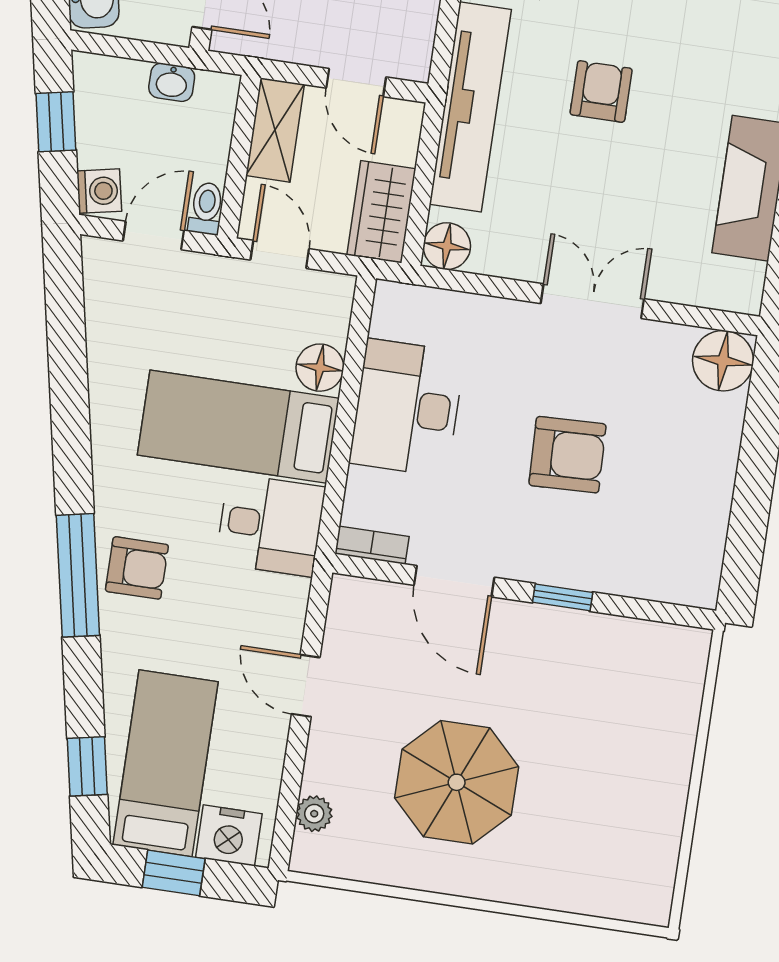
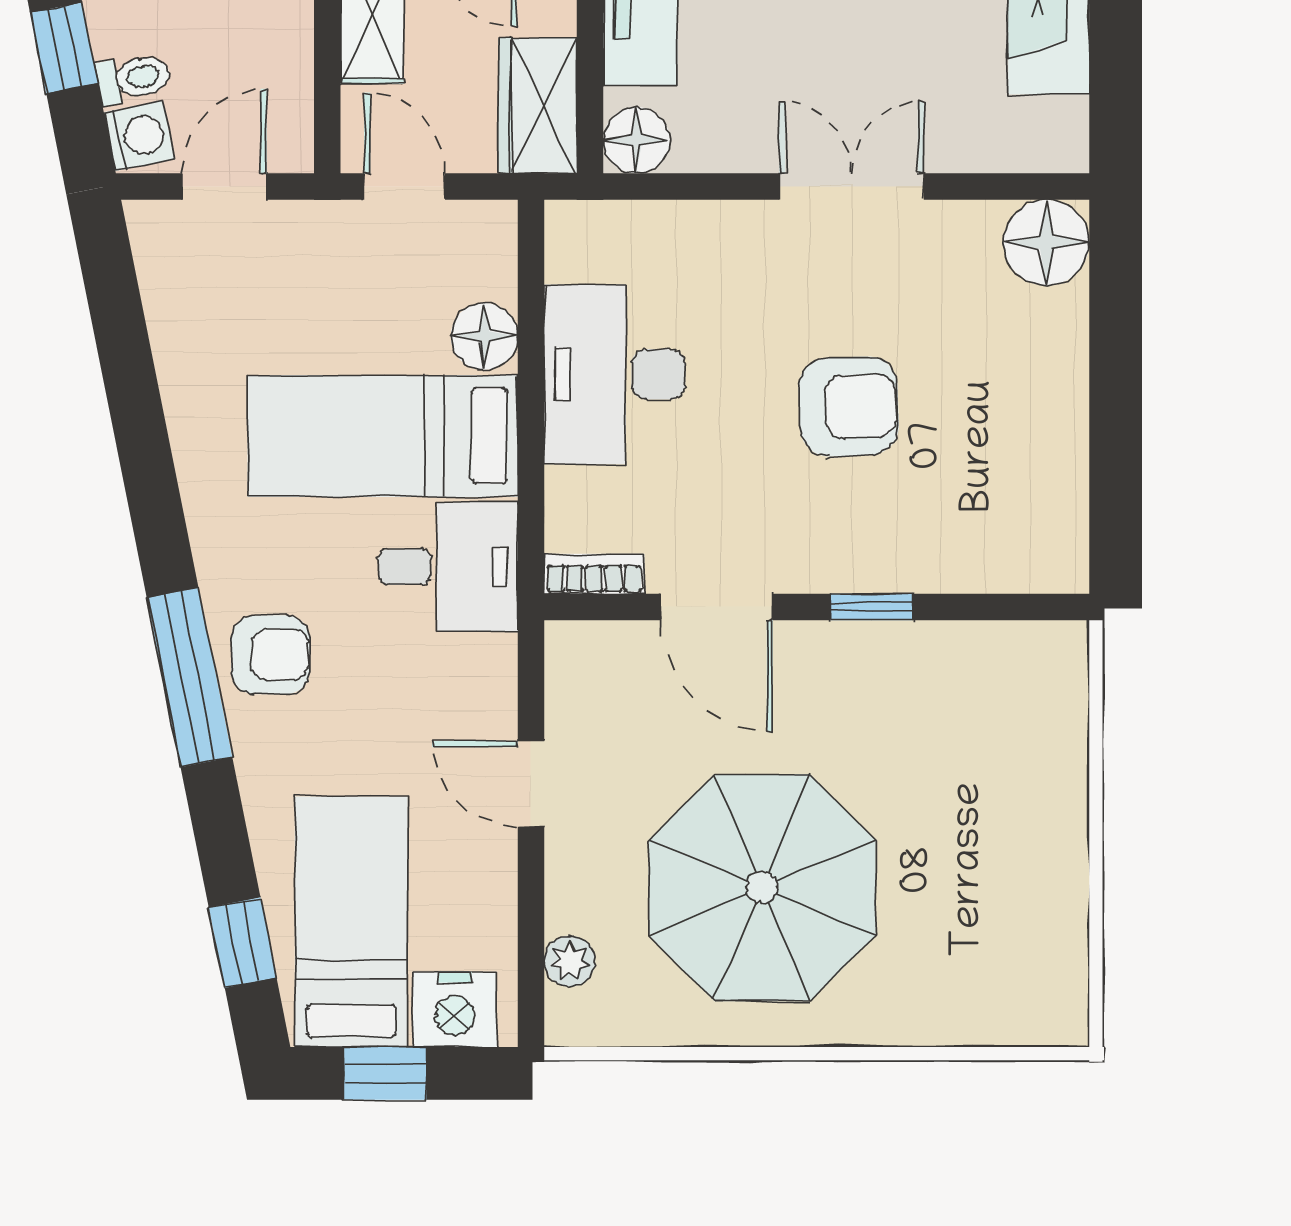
toilet: (206, 208) -> (133, 78), moved, turned 79
parasol: (457, 782) -> (762, 888), width x1.36, depth x1.36

